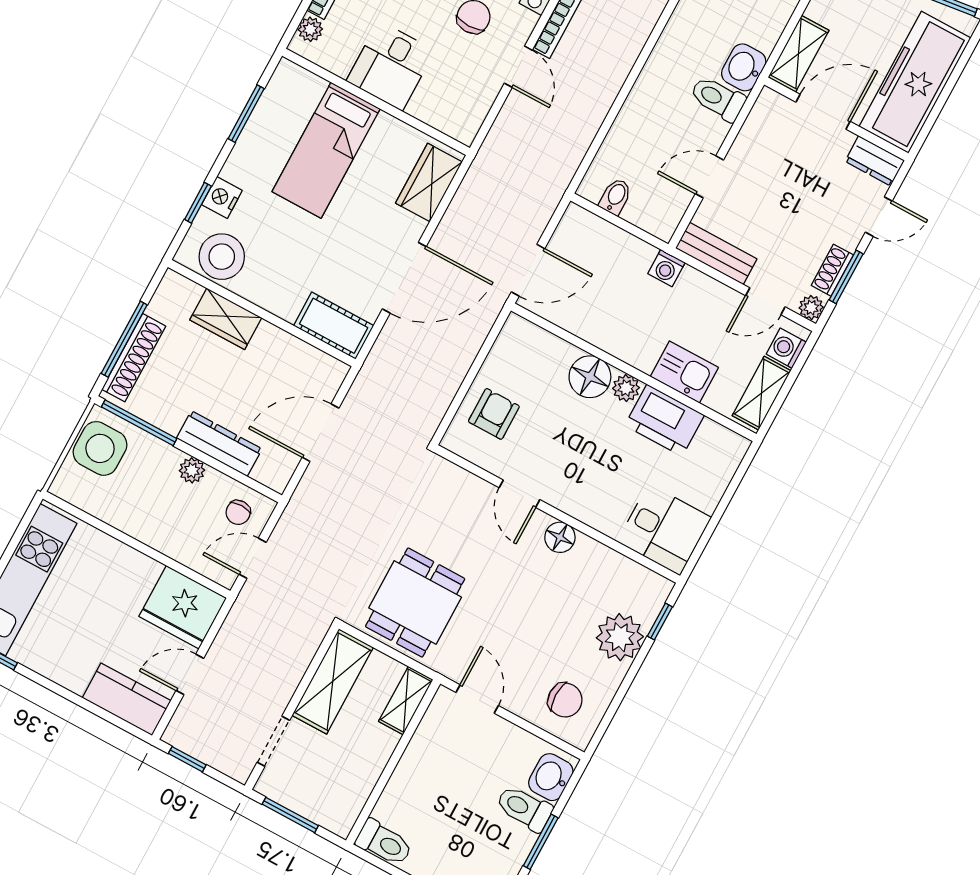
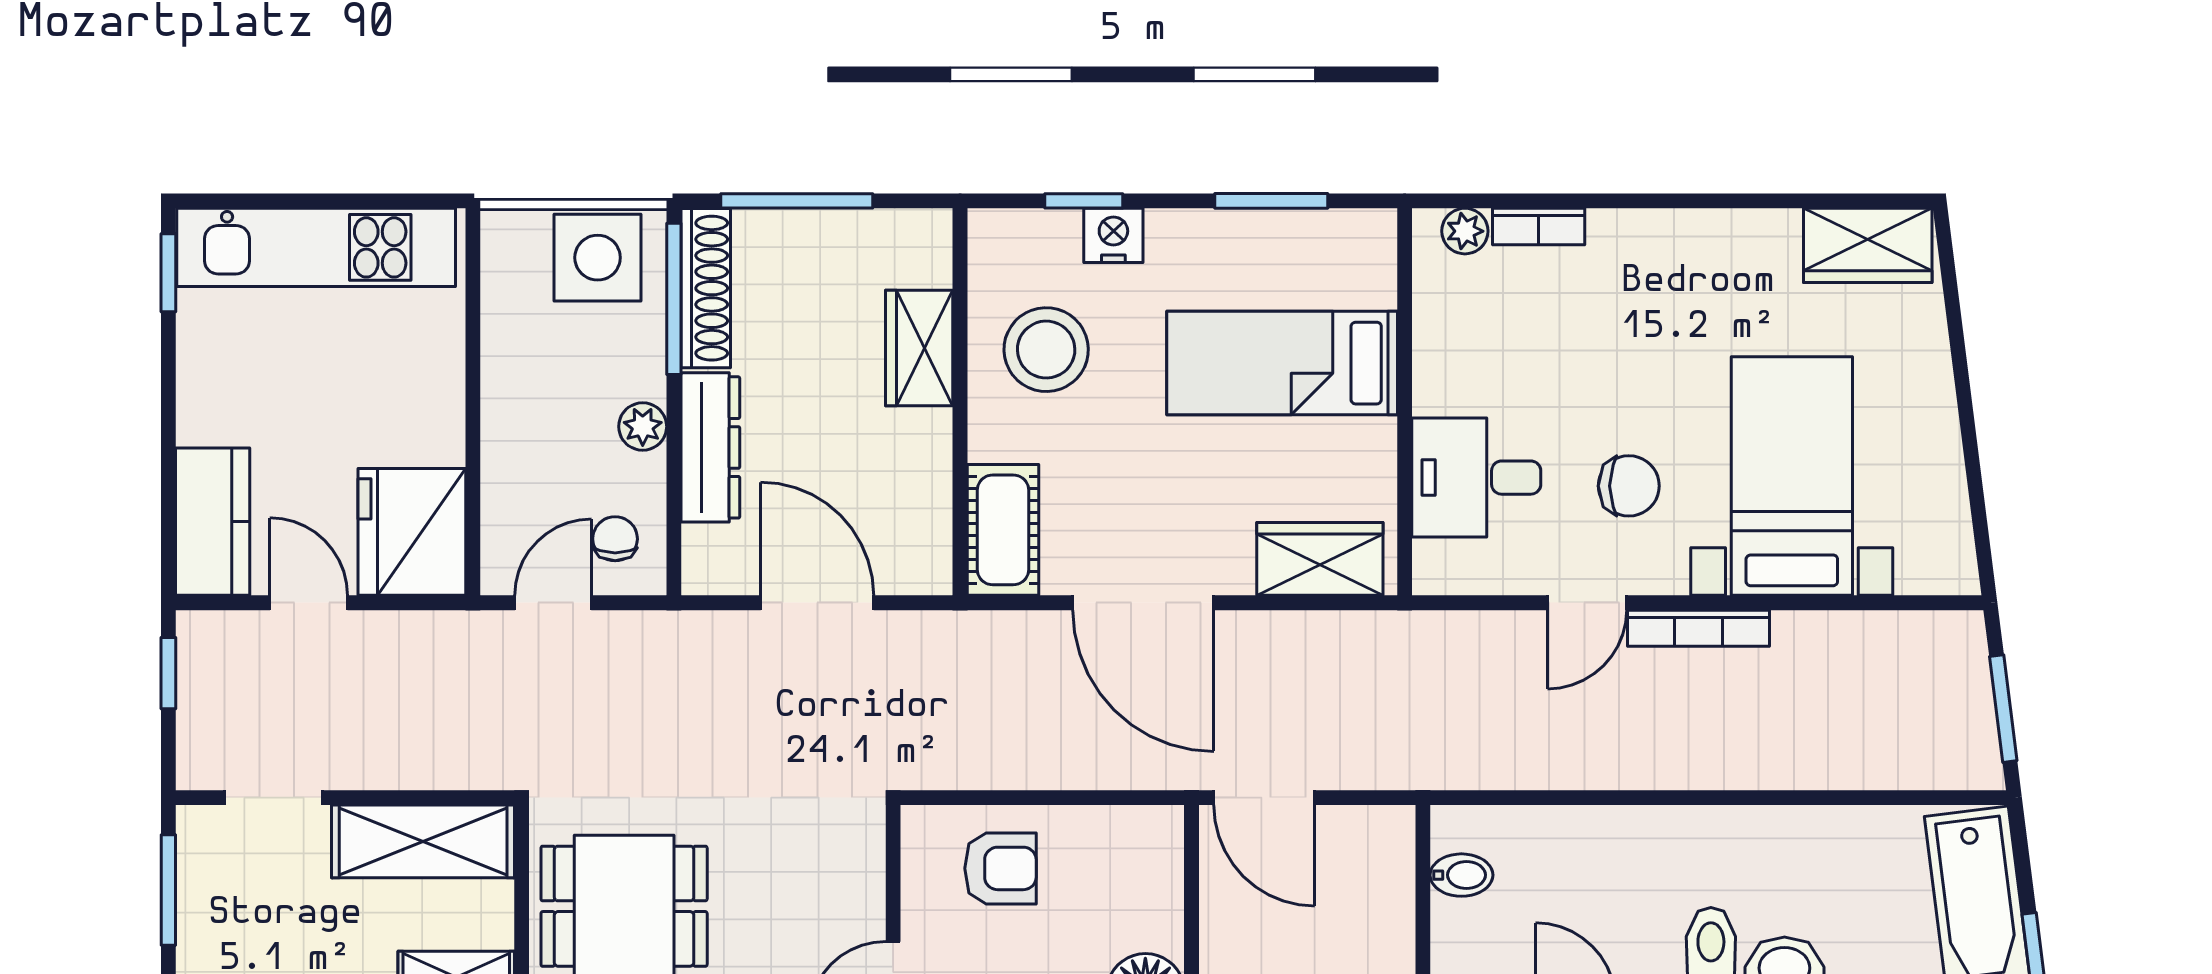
desk: (391, 66) -> (1476, 478), moved
stool: (222, 257) -> (1046, 350), moved
shoe rack: (134, 358) -> (706, 288), moved, turned -90
chair: (238, 512) -> (615, 539), turned 90
door: (253, 558) -> (553, 603), hinge flipped

